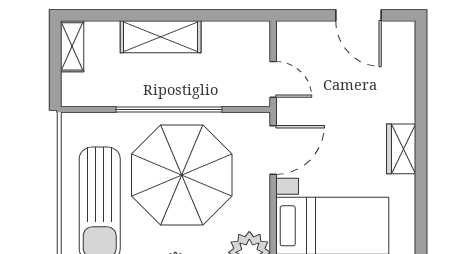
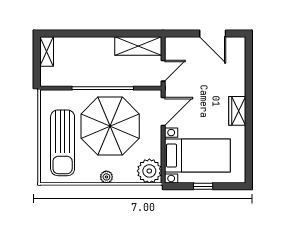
shelving: (161, 37) -> (138, 46), moved
door: (273, 79) -> (163, 71), hinge flipped

